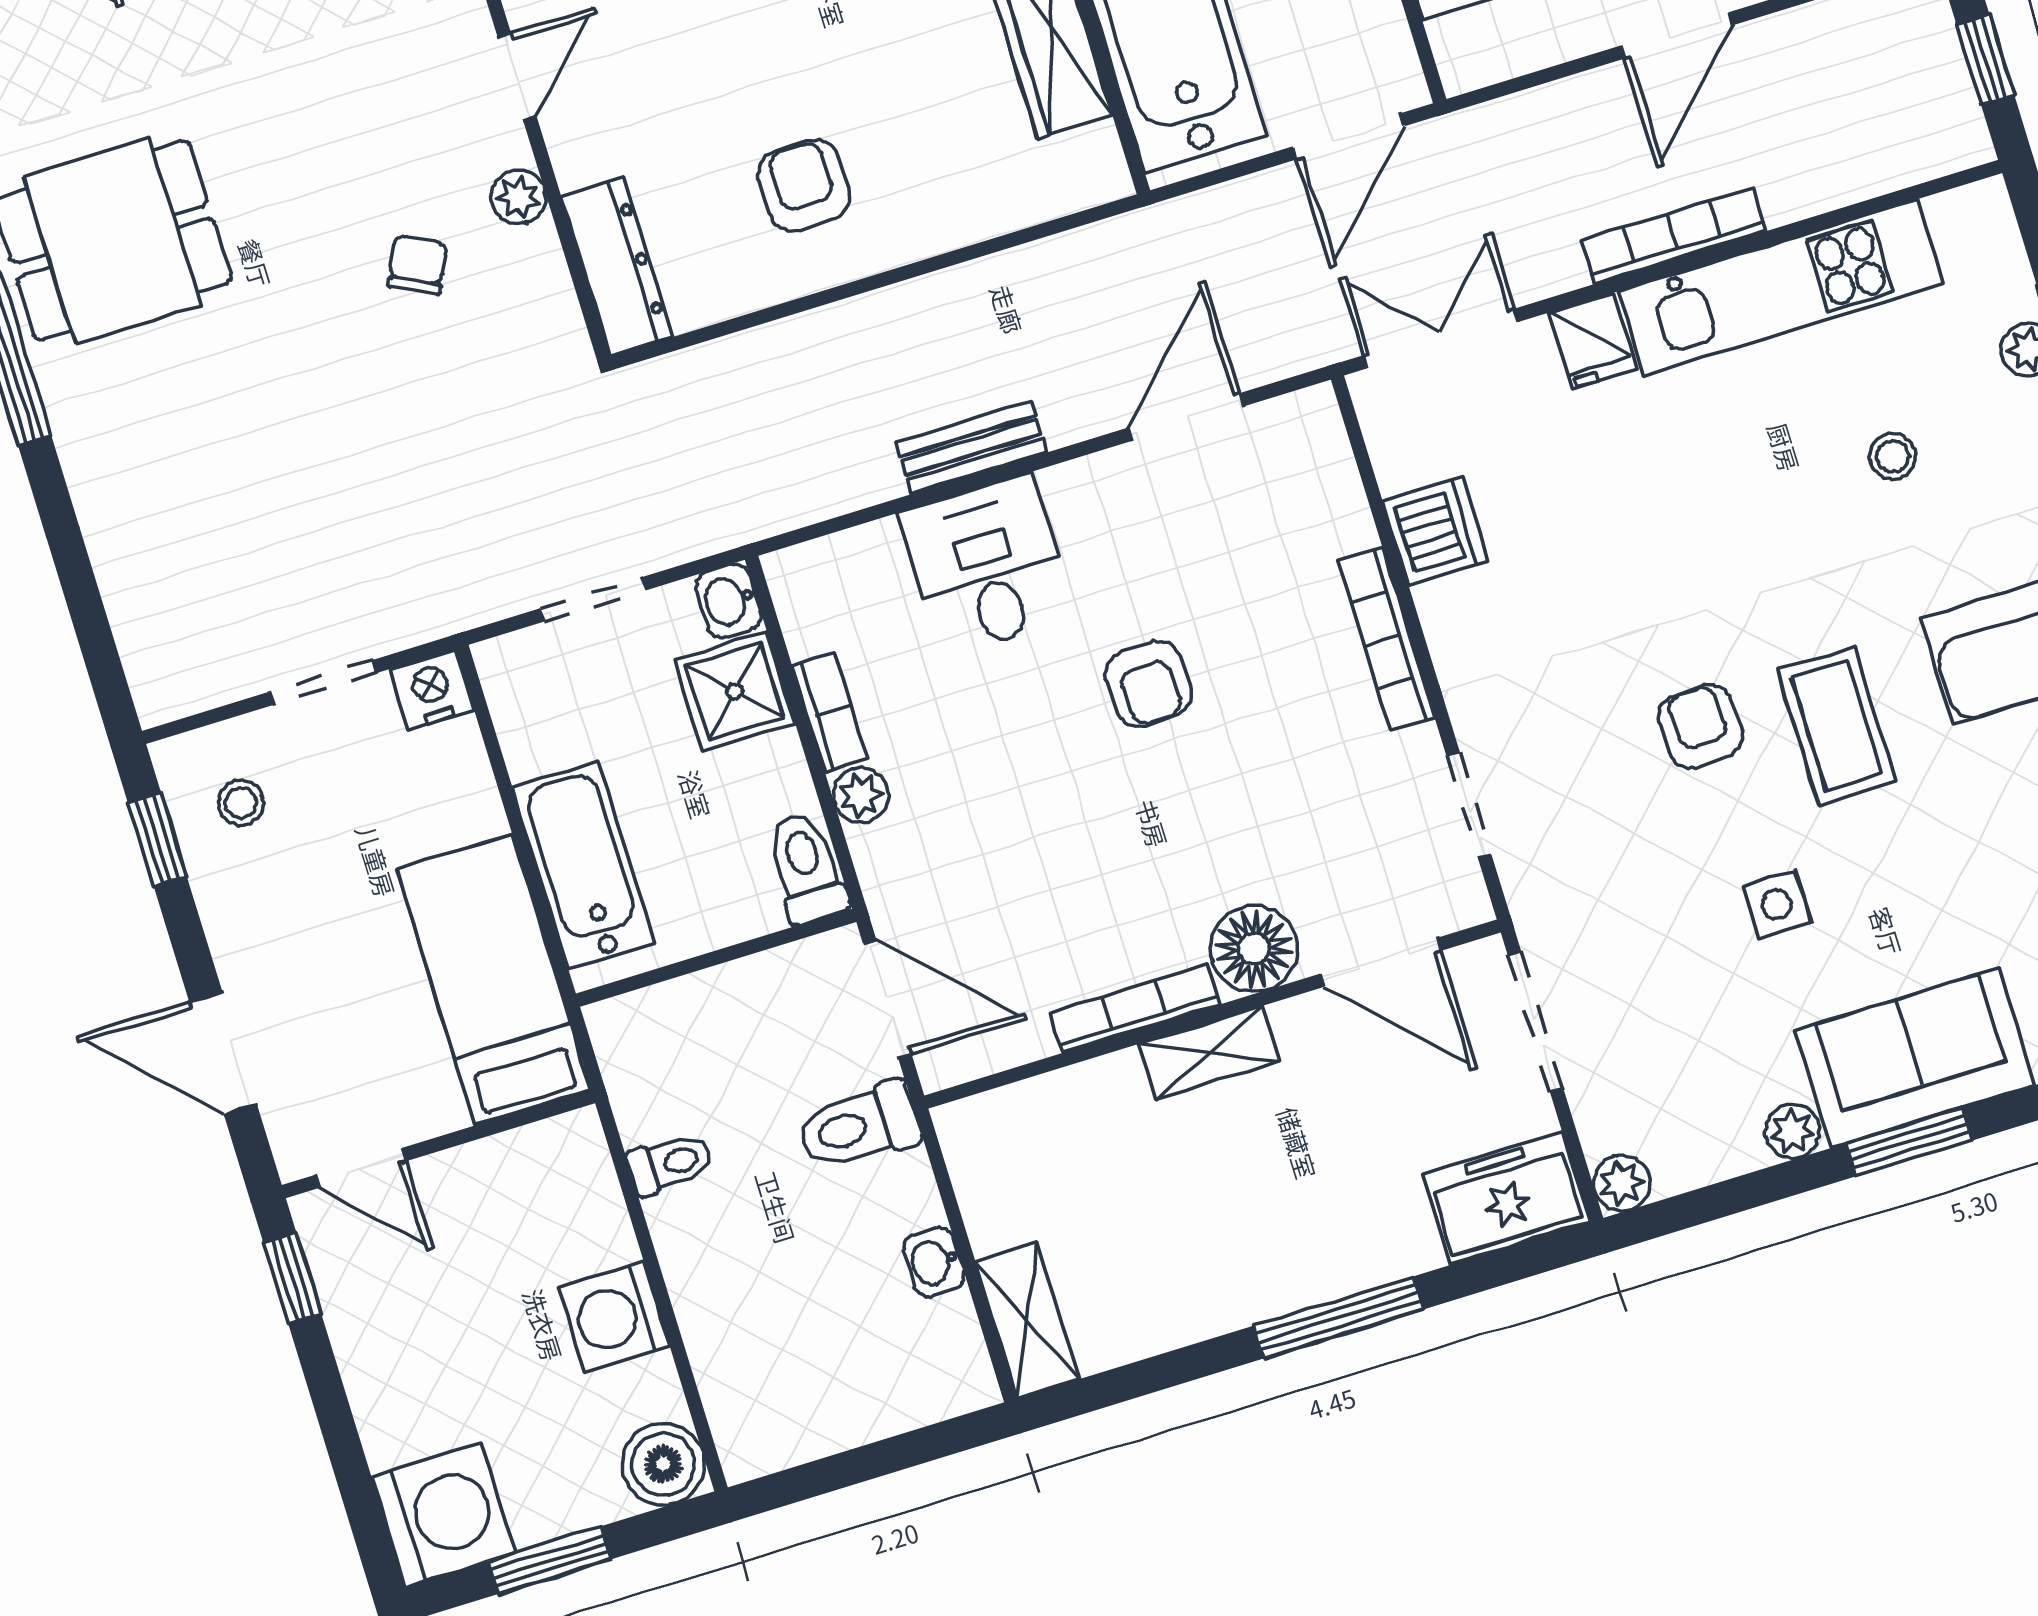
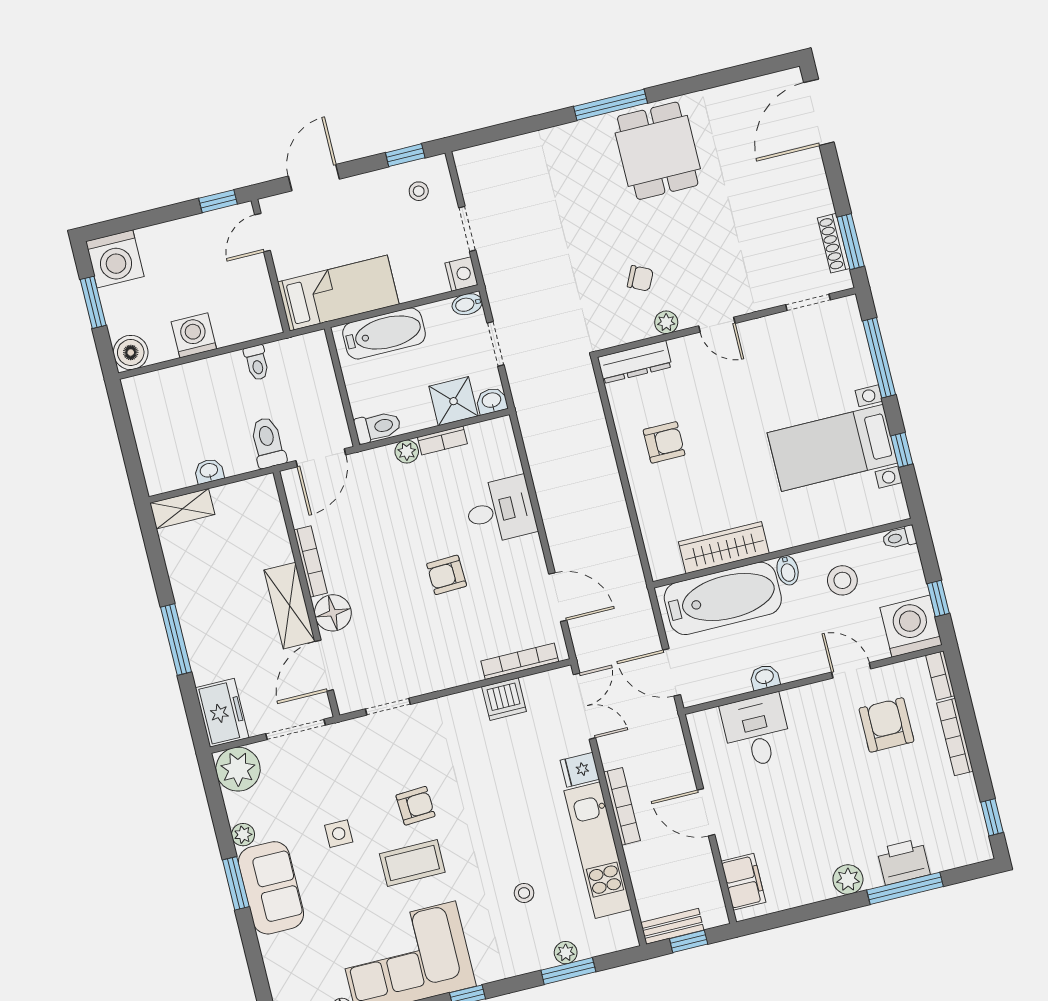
bench: (971, 448) -> (672, 926), moved, turned 90
bookcase: (1387, 639) -> (520, 661), moved
bidet: (503, 672) -> (467, 304), added
shelving: (1209, 1053) -> (290, 606), width x1.50, depth x1.33
plant: (1622, 1183) -> (238, 769), width x1.87, depth x1.87

